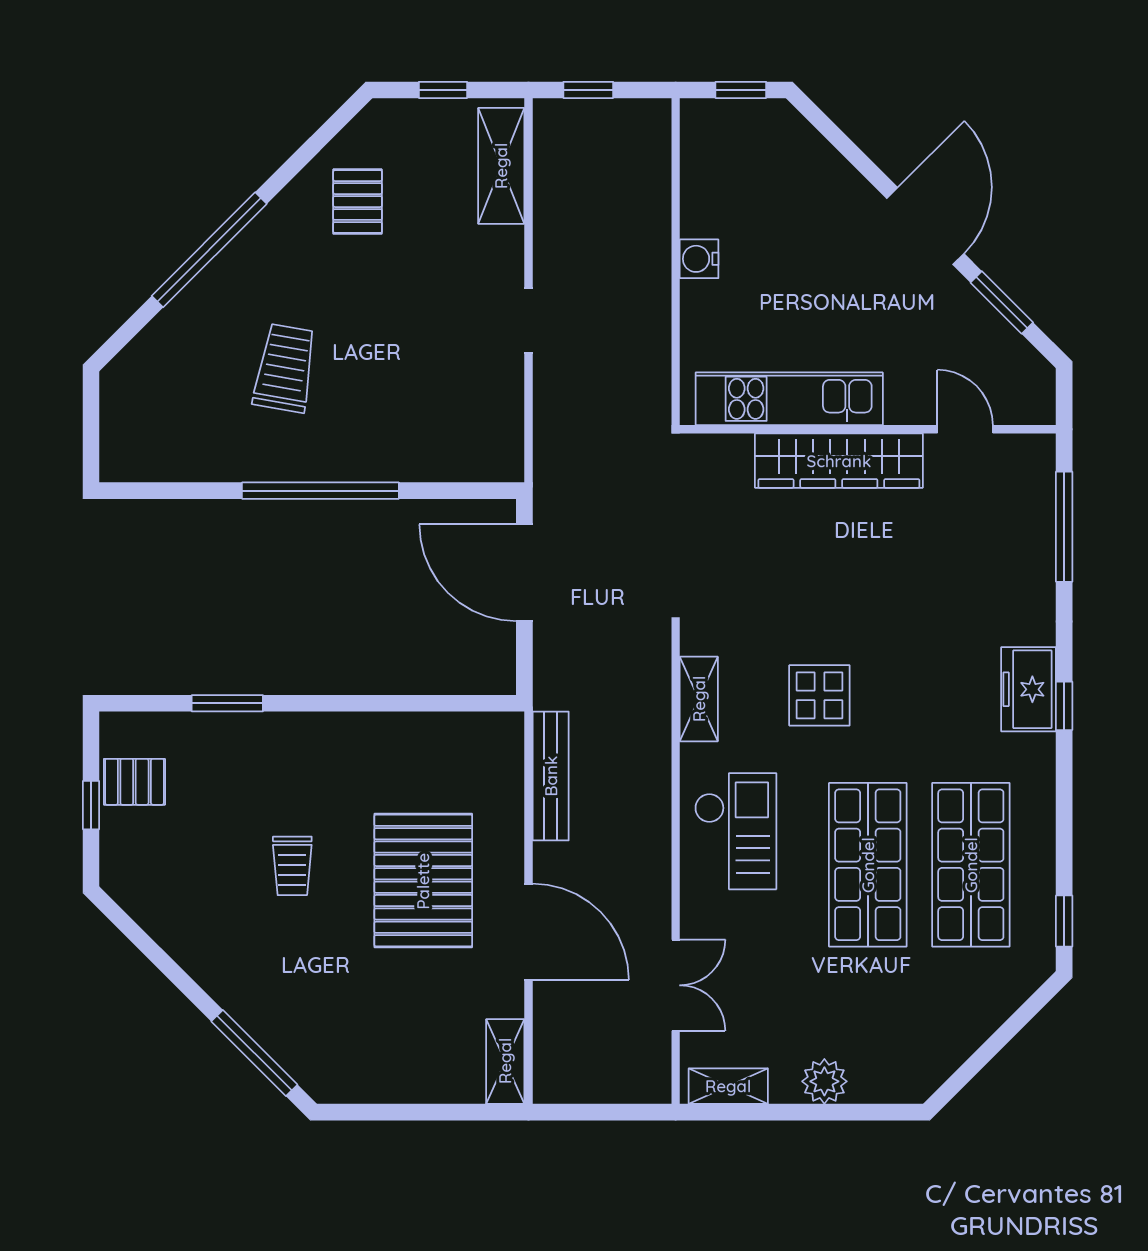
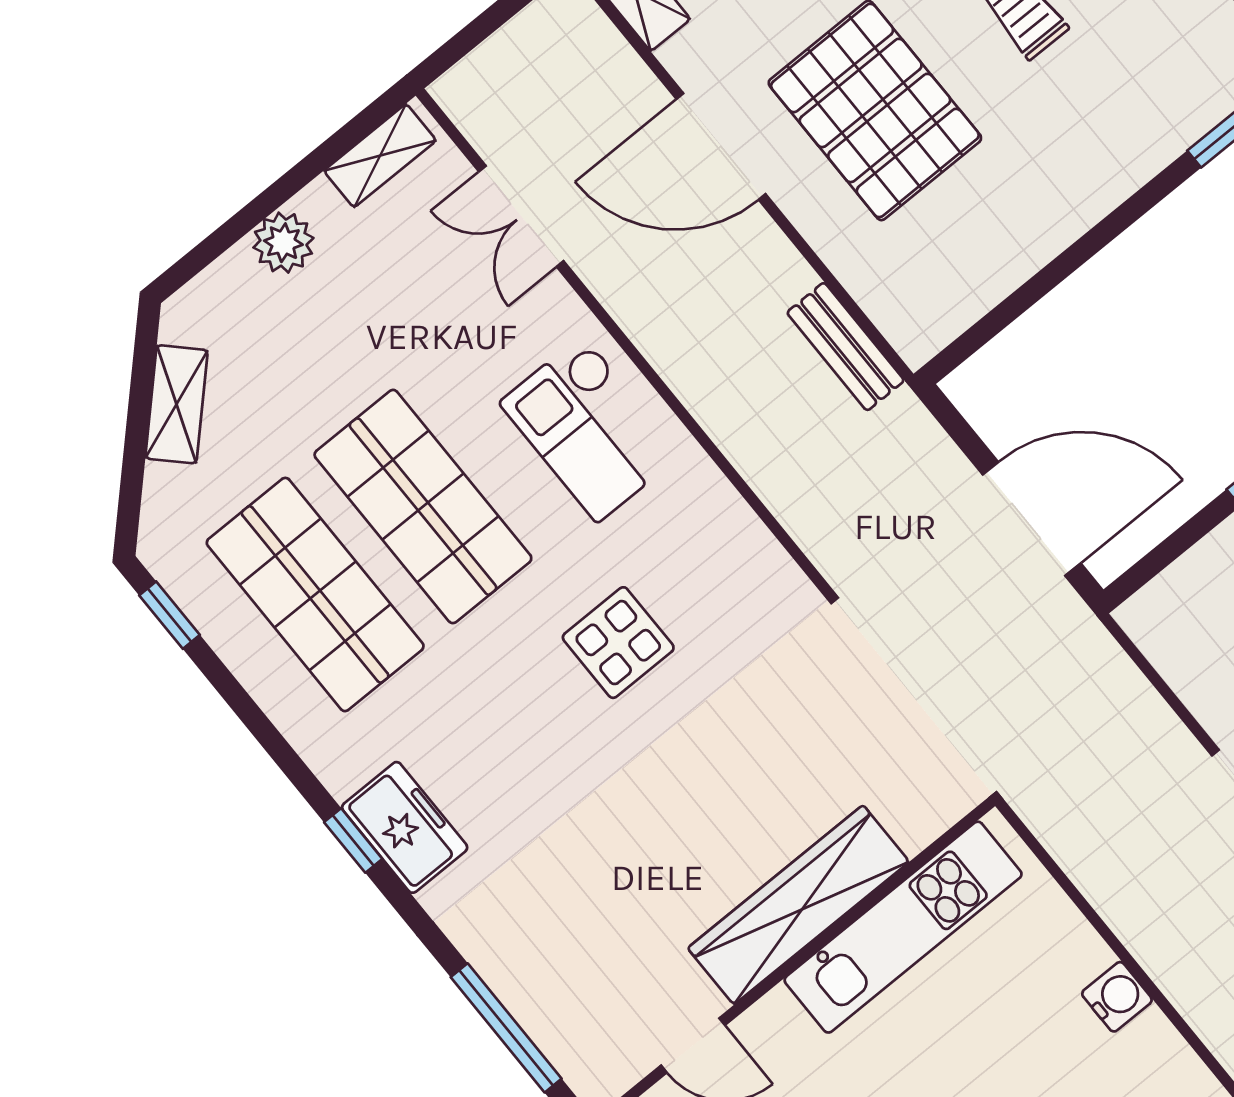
shelving: (699, 699) -> (177, 404), moved, turned 45
bench: (551, 776) -> (846, 347), width x0.73

